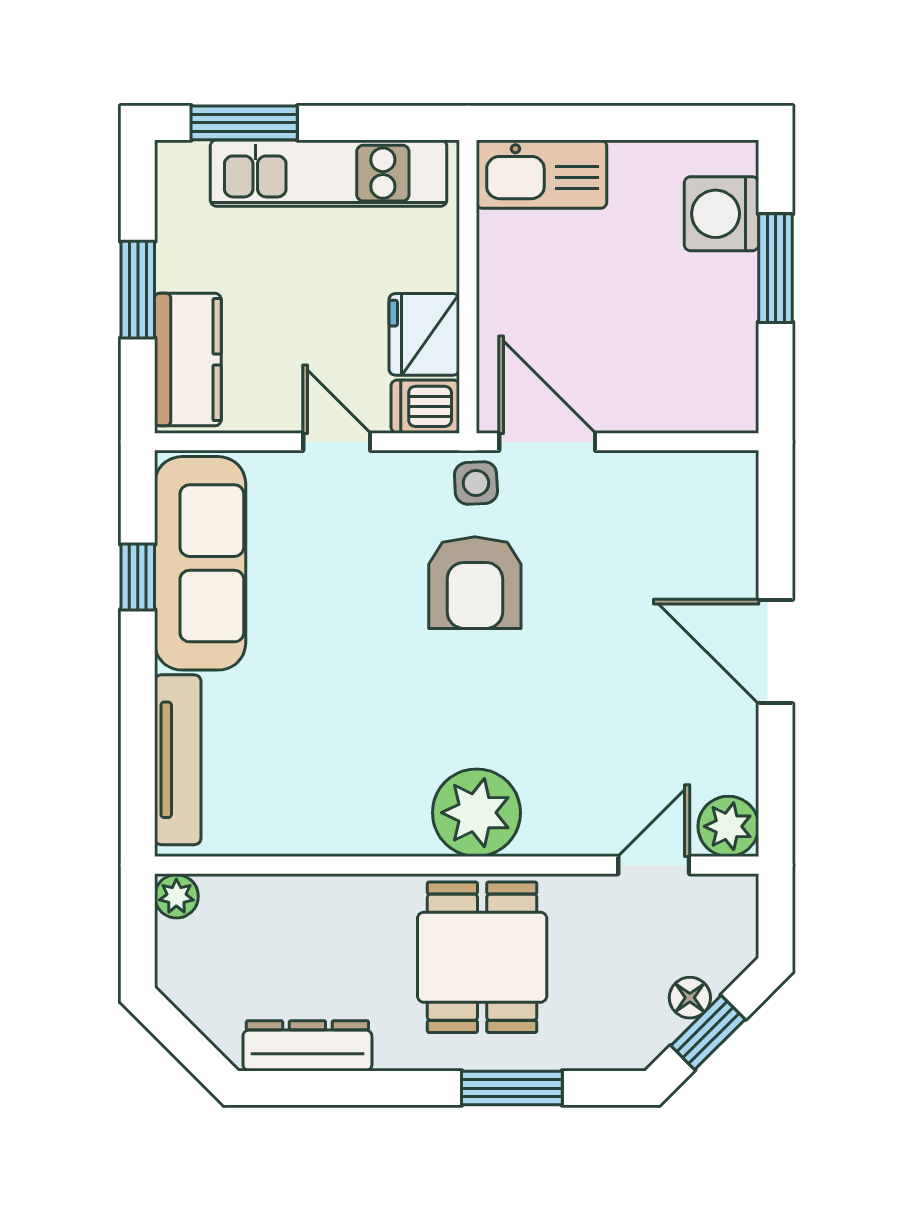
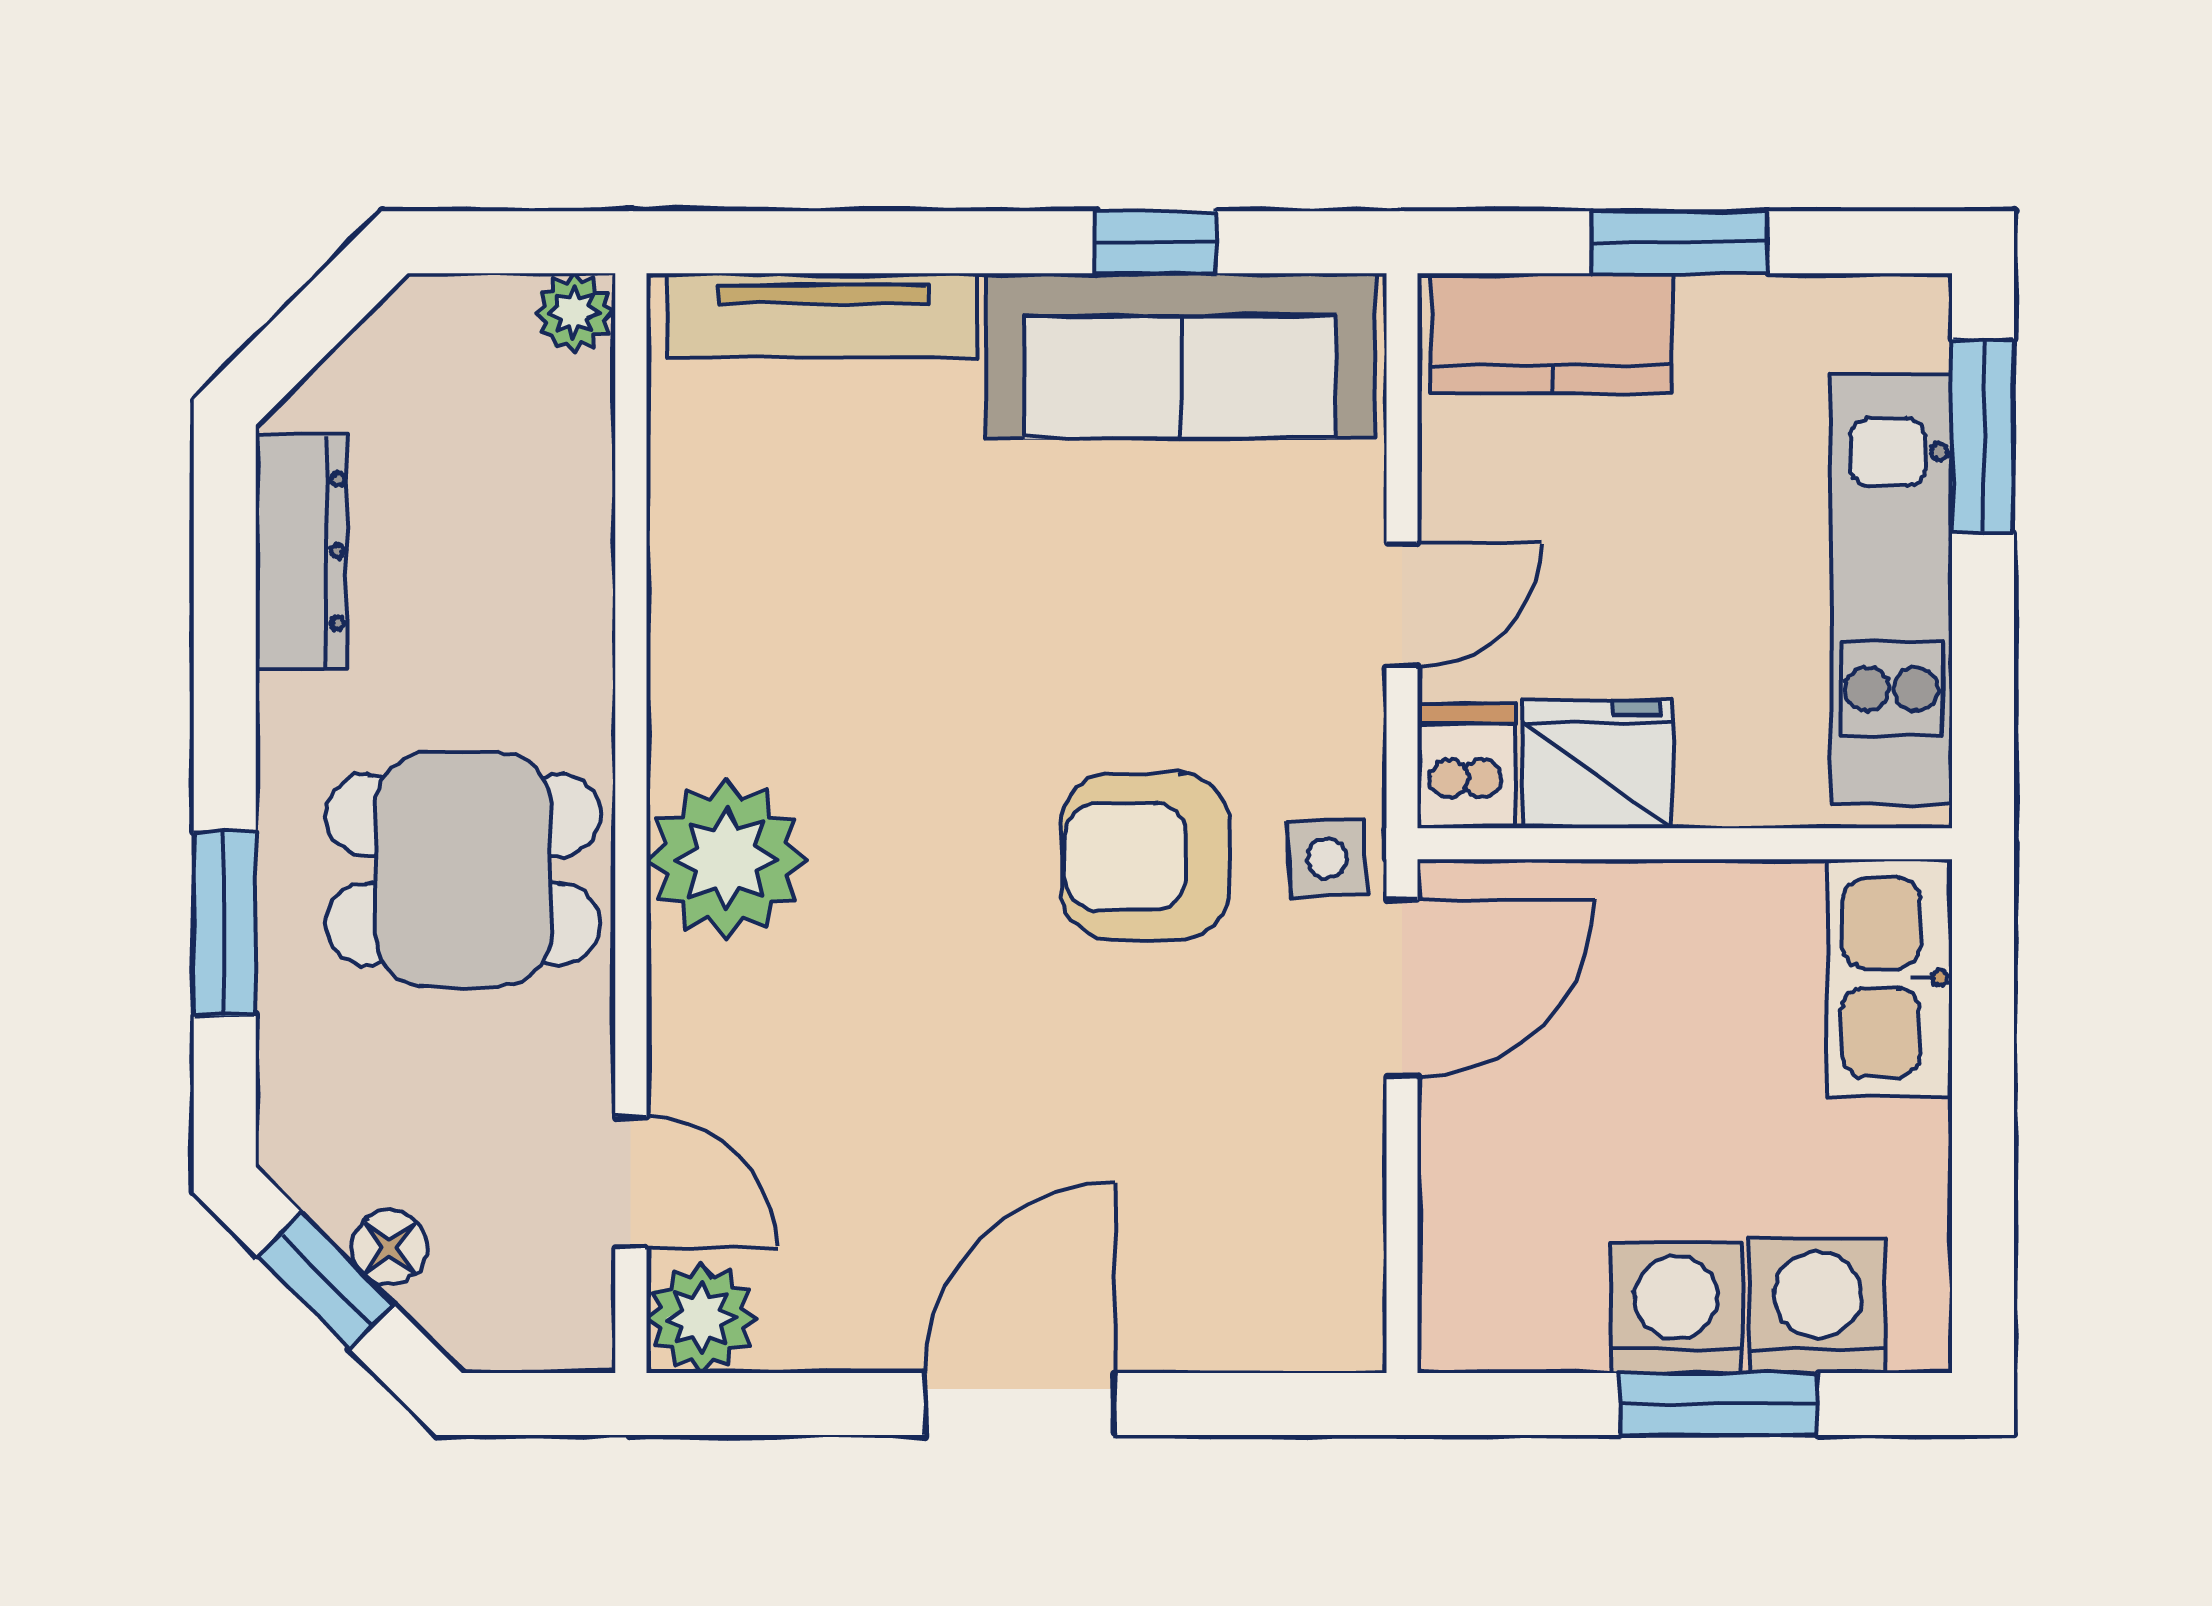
washing machine: (723, 291) -> (1676, 1308), added

